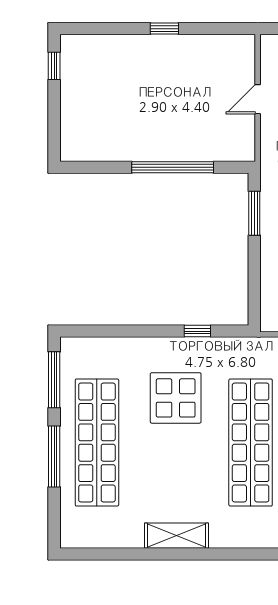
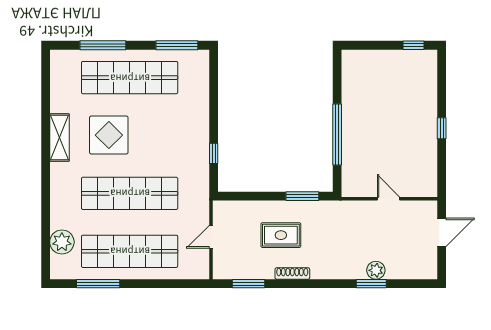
display table: (176, 398) -> (109, 135), moved
window: (54, 457) -> (103, 45), moved

